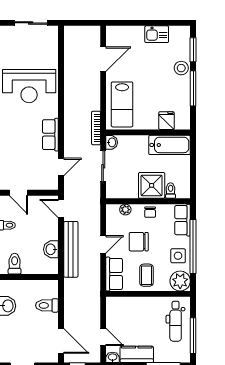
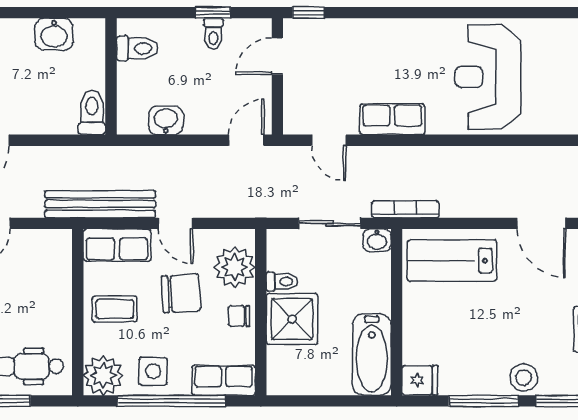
fridge: (166, 121) -> (420, 380), moved
toilet: (171, 191) -> (282, 282), moved
plant: (125, 210) -> (235, 267), width x1.88, depth x1.88
chair: (139, 242) -> (181, 293), turned 87
bench: (71, 249) -> (100, 204), moved
toilet: (47, 305) -> (92, 112), moved

